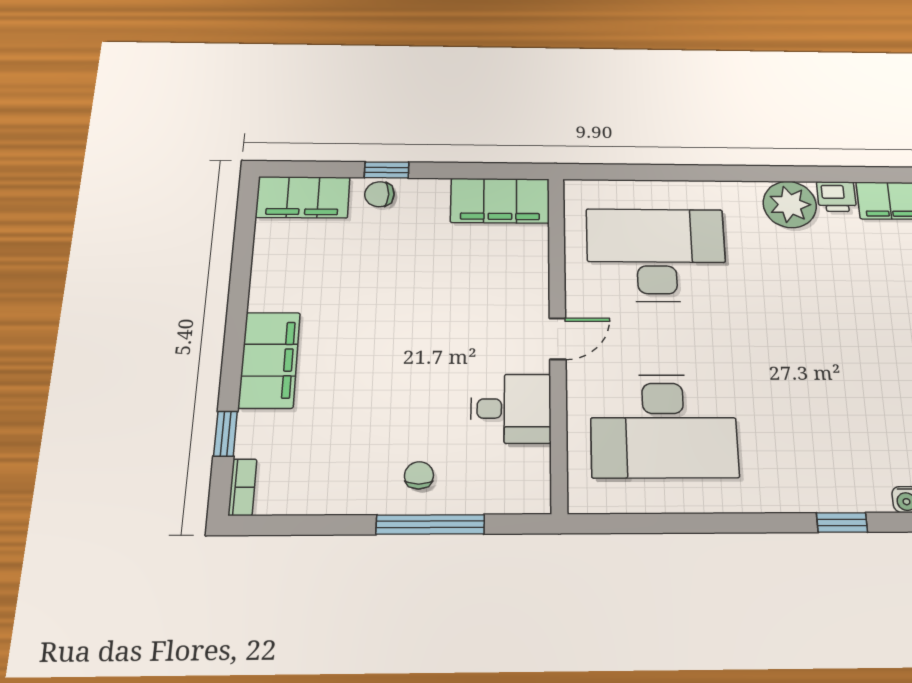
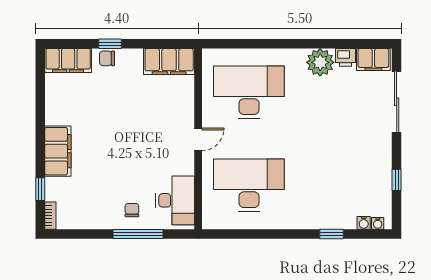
desk: (511, 409) -> (175, 200), moved, width x1.37
desk: (664, 426) -> (249, 185), turned 180

